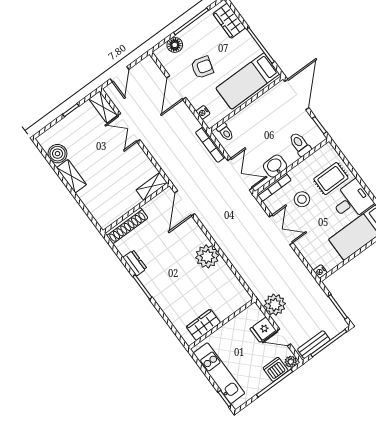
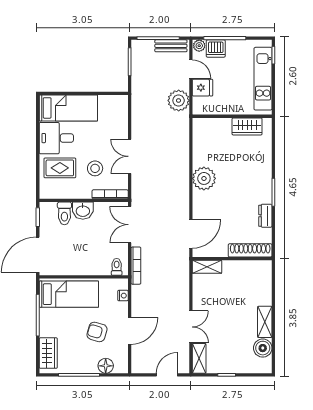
washbasin: (275, 166) -> (83, 211), moved
nightstand: (320, 272) -> (123, 100), removed

